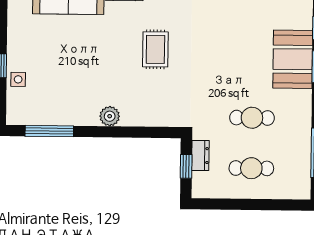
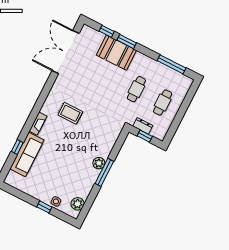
rug: (155, 49) -> (70, 113), moved
plant: (31, 114) -> (78, 204), added
window: (49, 131) -> (104, 172), moved

